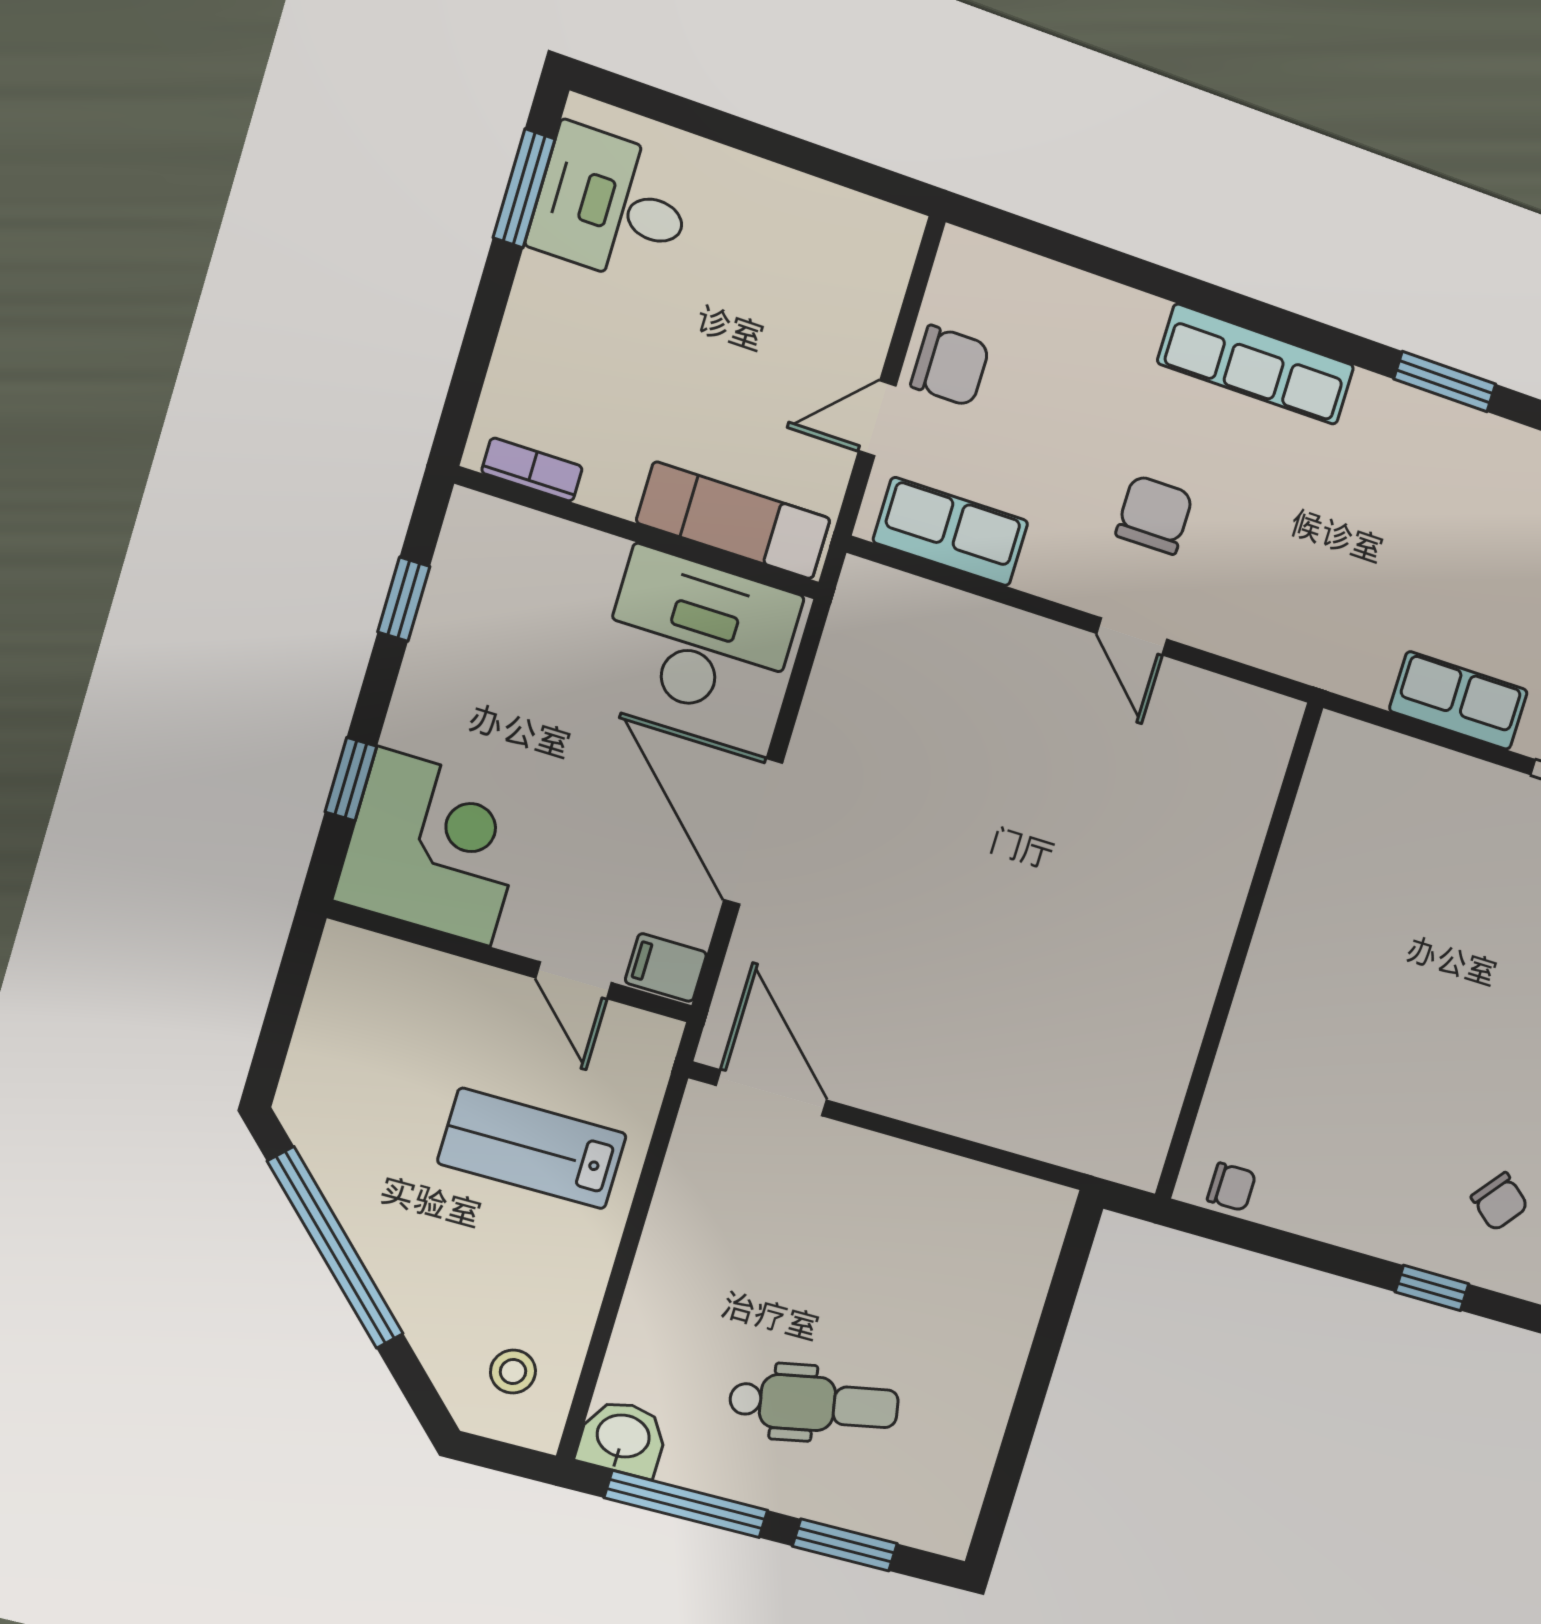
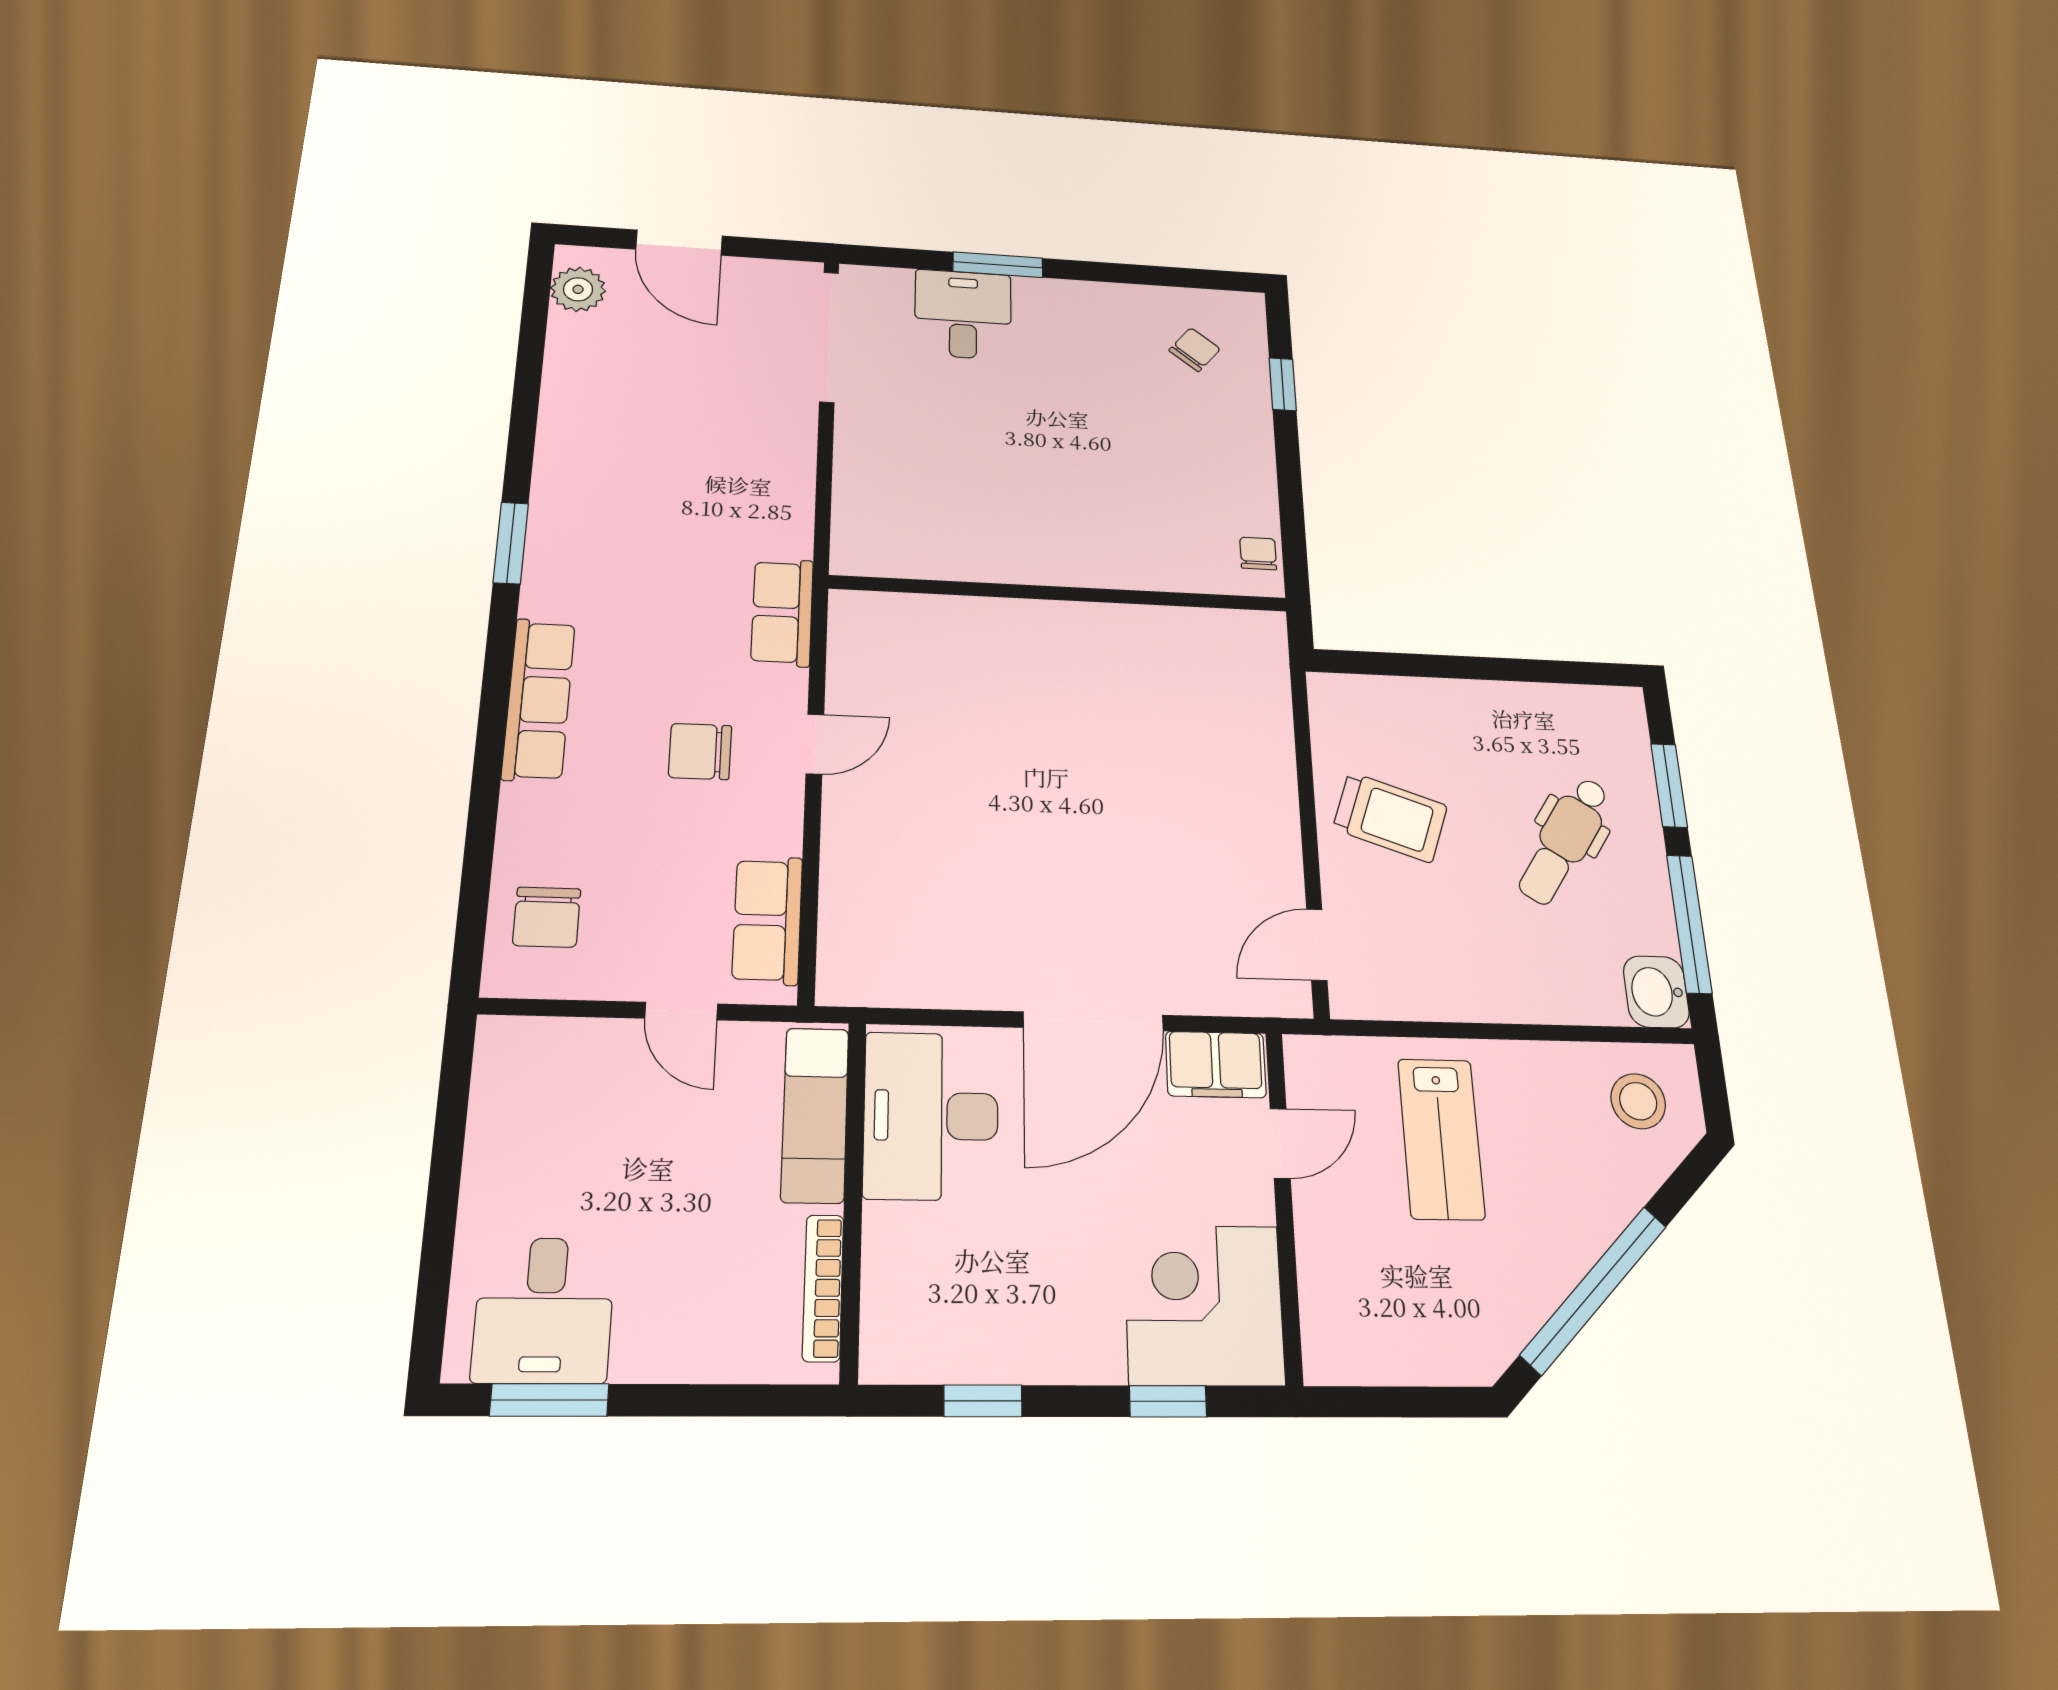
chair: (950, 366) -> (547, 917), moved, turned 180
bookcase: (532, 470) -> (823, 1288), width x1.56
row of seats: (1458, 701) -> (782, 612), moved
filing cabinet: (666, 968) -> (1216, 1064), width x2.00
door: (772, 1093) -> (1317, 945), width x0.73
trolley: (890, 1223) -> (1390, 817), added
stool: (513, 1372) -> (1638, 1101), width x1.37, depth x1.37
dental chair: (814, 1404) -> (1564, 840), turned -136

